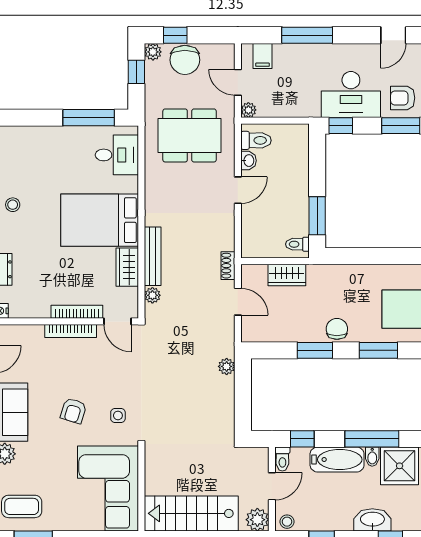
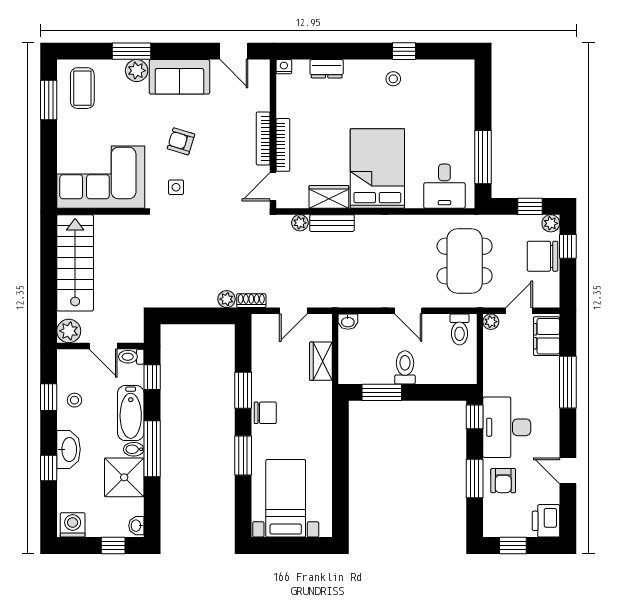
filing cabinet: (263, 56) -> (547, 336), width x2.00
armchair: (403, 98) -> (503, 481), turned 180
washbasin: (248, 161) -> (348, 322), moved
toilet: (297, 244) -> (405, 367), moved, width x1.37, depth x1.39
bench: (153, 256) -> (332, 223), width x0.73
shoe rack: (228, 266) -> (251, 301), moved
stool: (287, 522) -> (74, 400), moved

